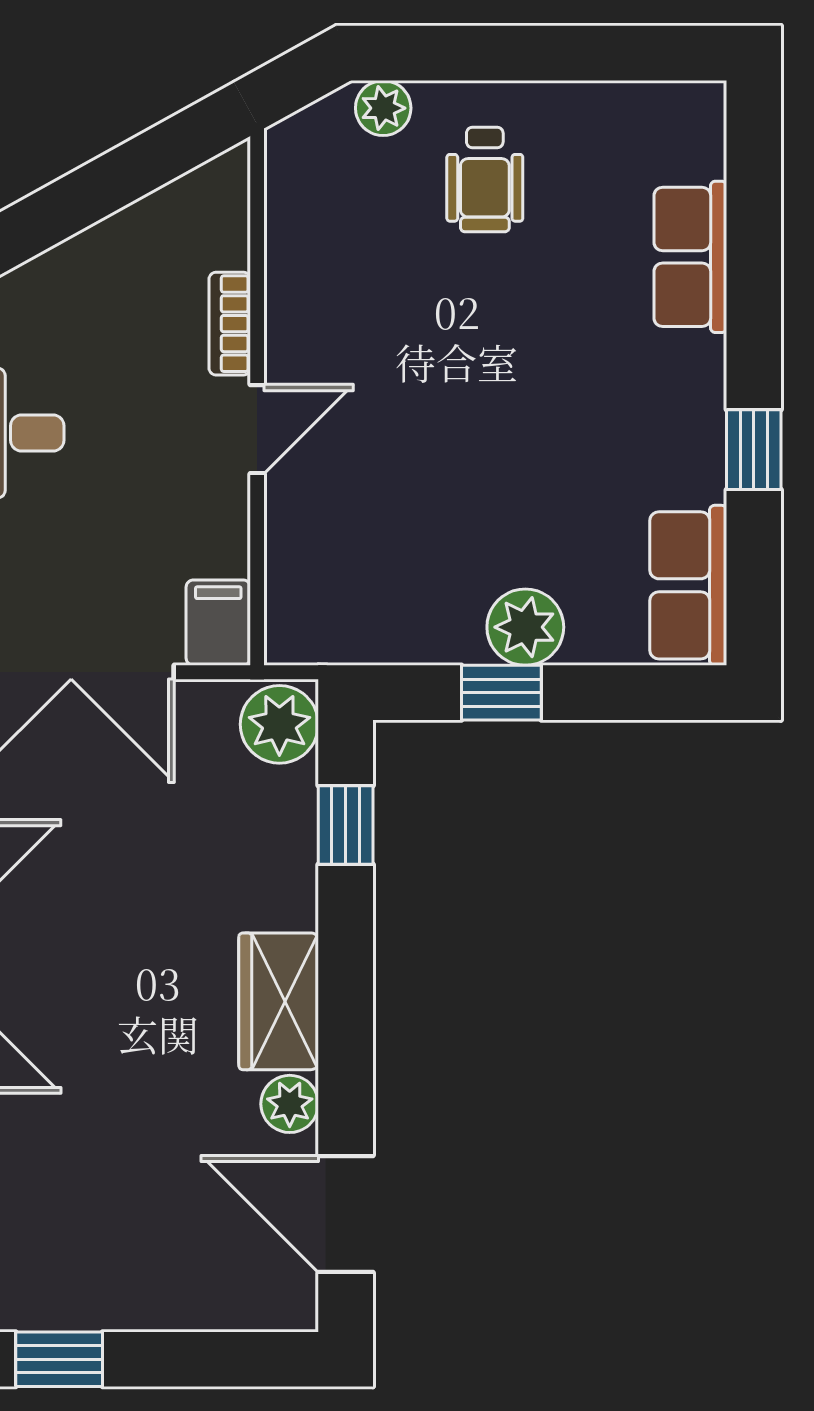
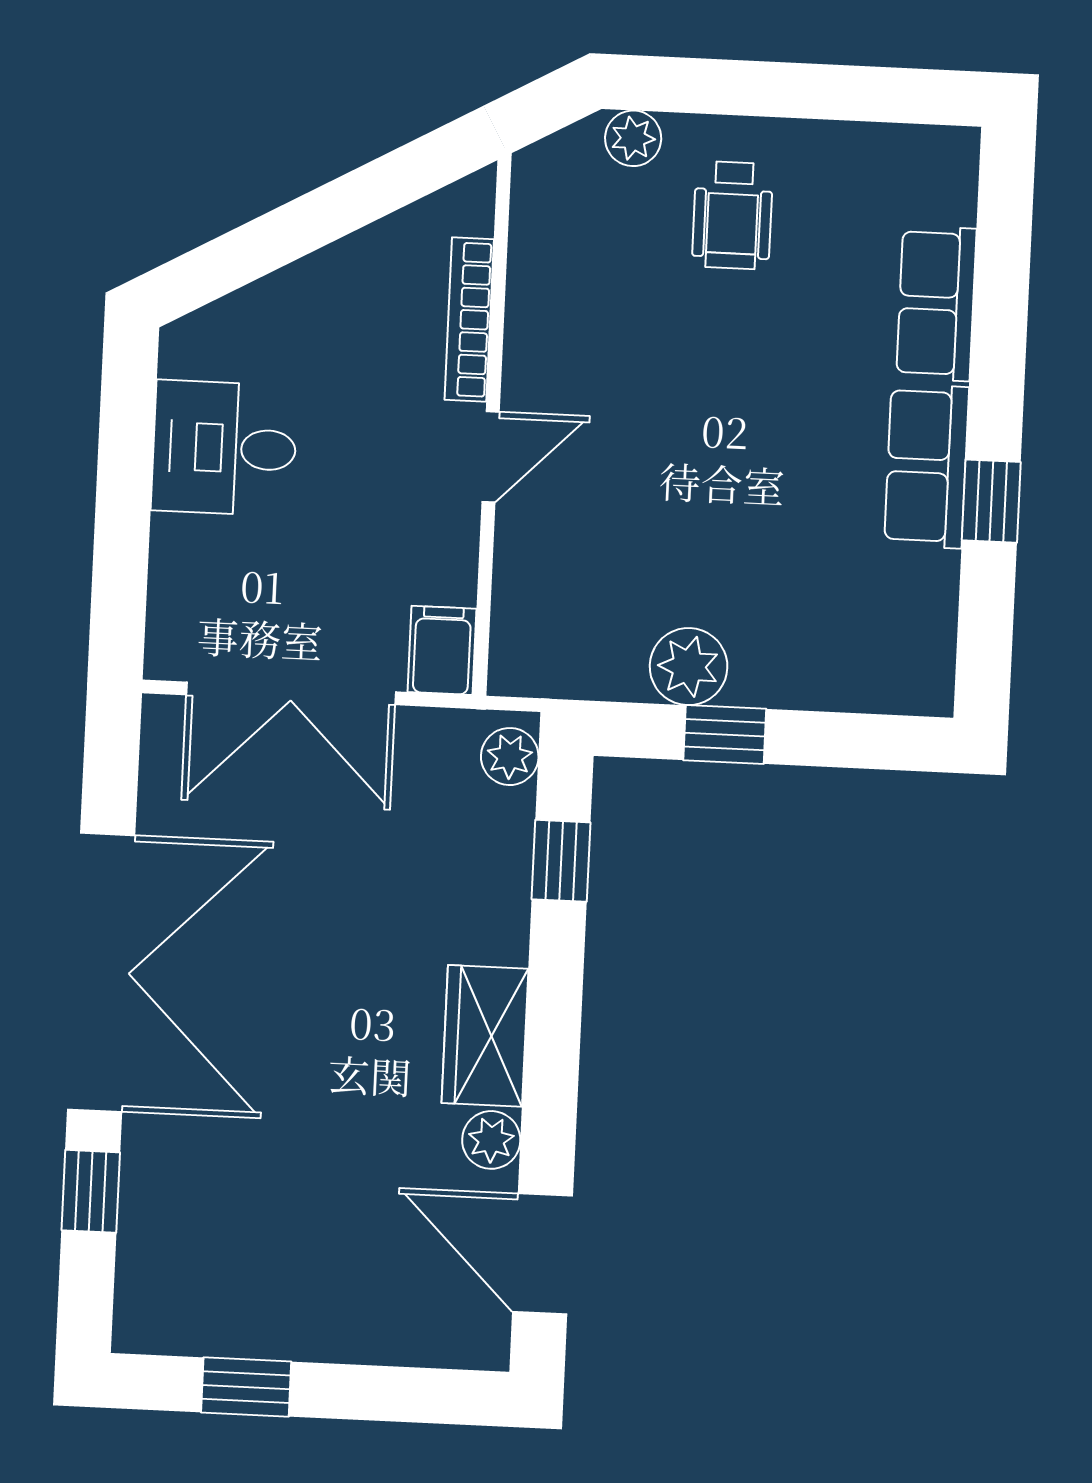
bookcase: (230, 324) -> (469, 320), width x1.56
row of seats: (688, 585) -> (927, 466), moved
plant: (525, 627) -> (689, 667), moved
plant: (279, 724) -> (510, 757), width x0.73, depth x0.73

